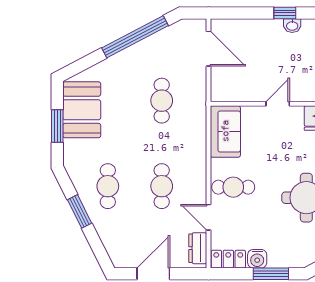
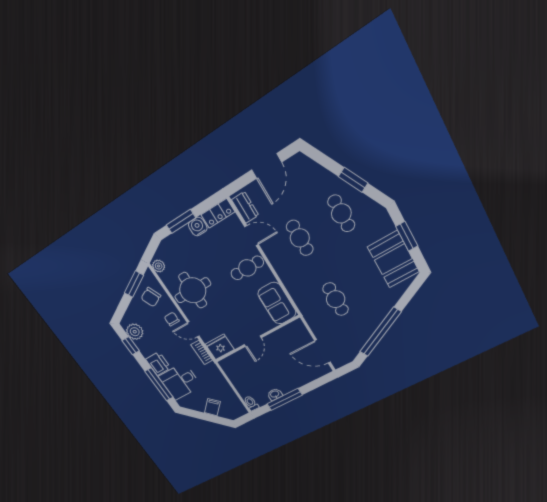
window: (285, 13) -> (285, 399), width x2.17

